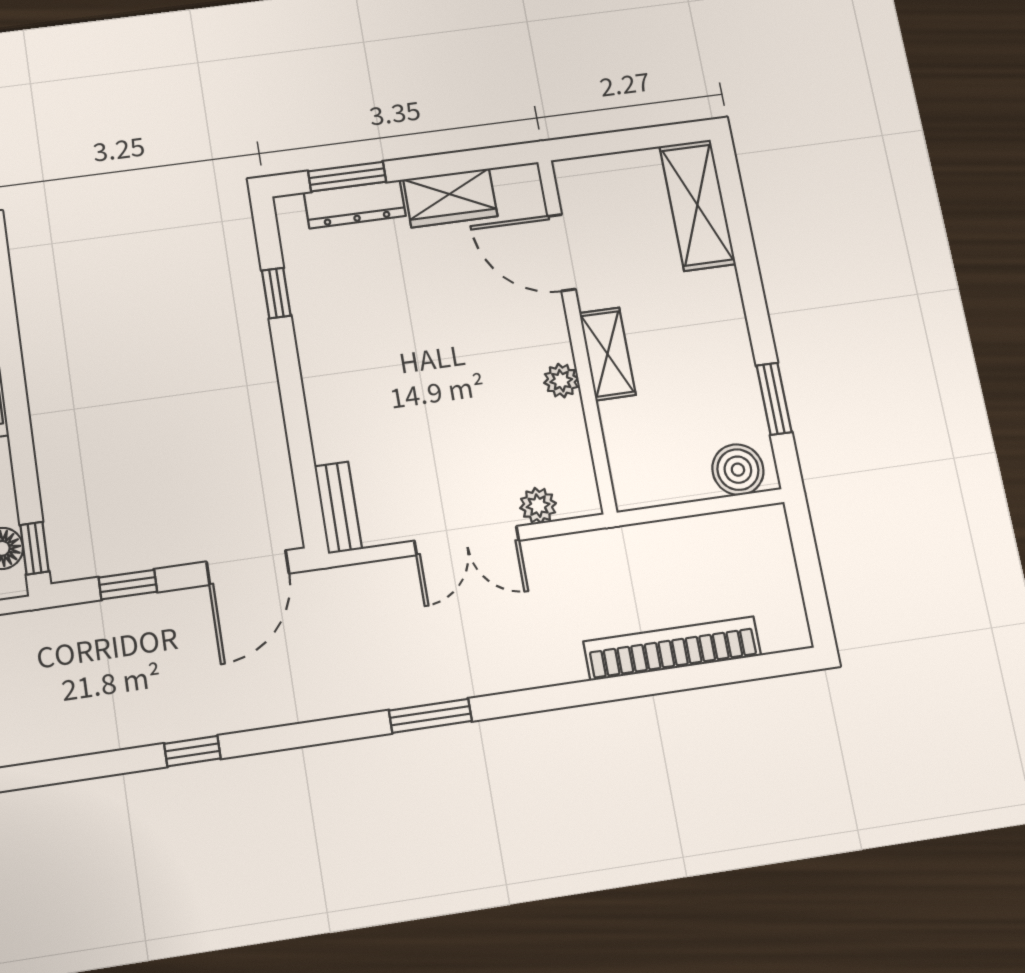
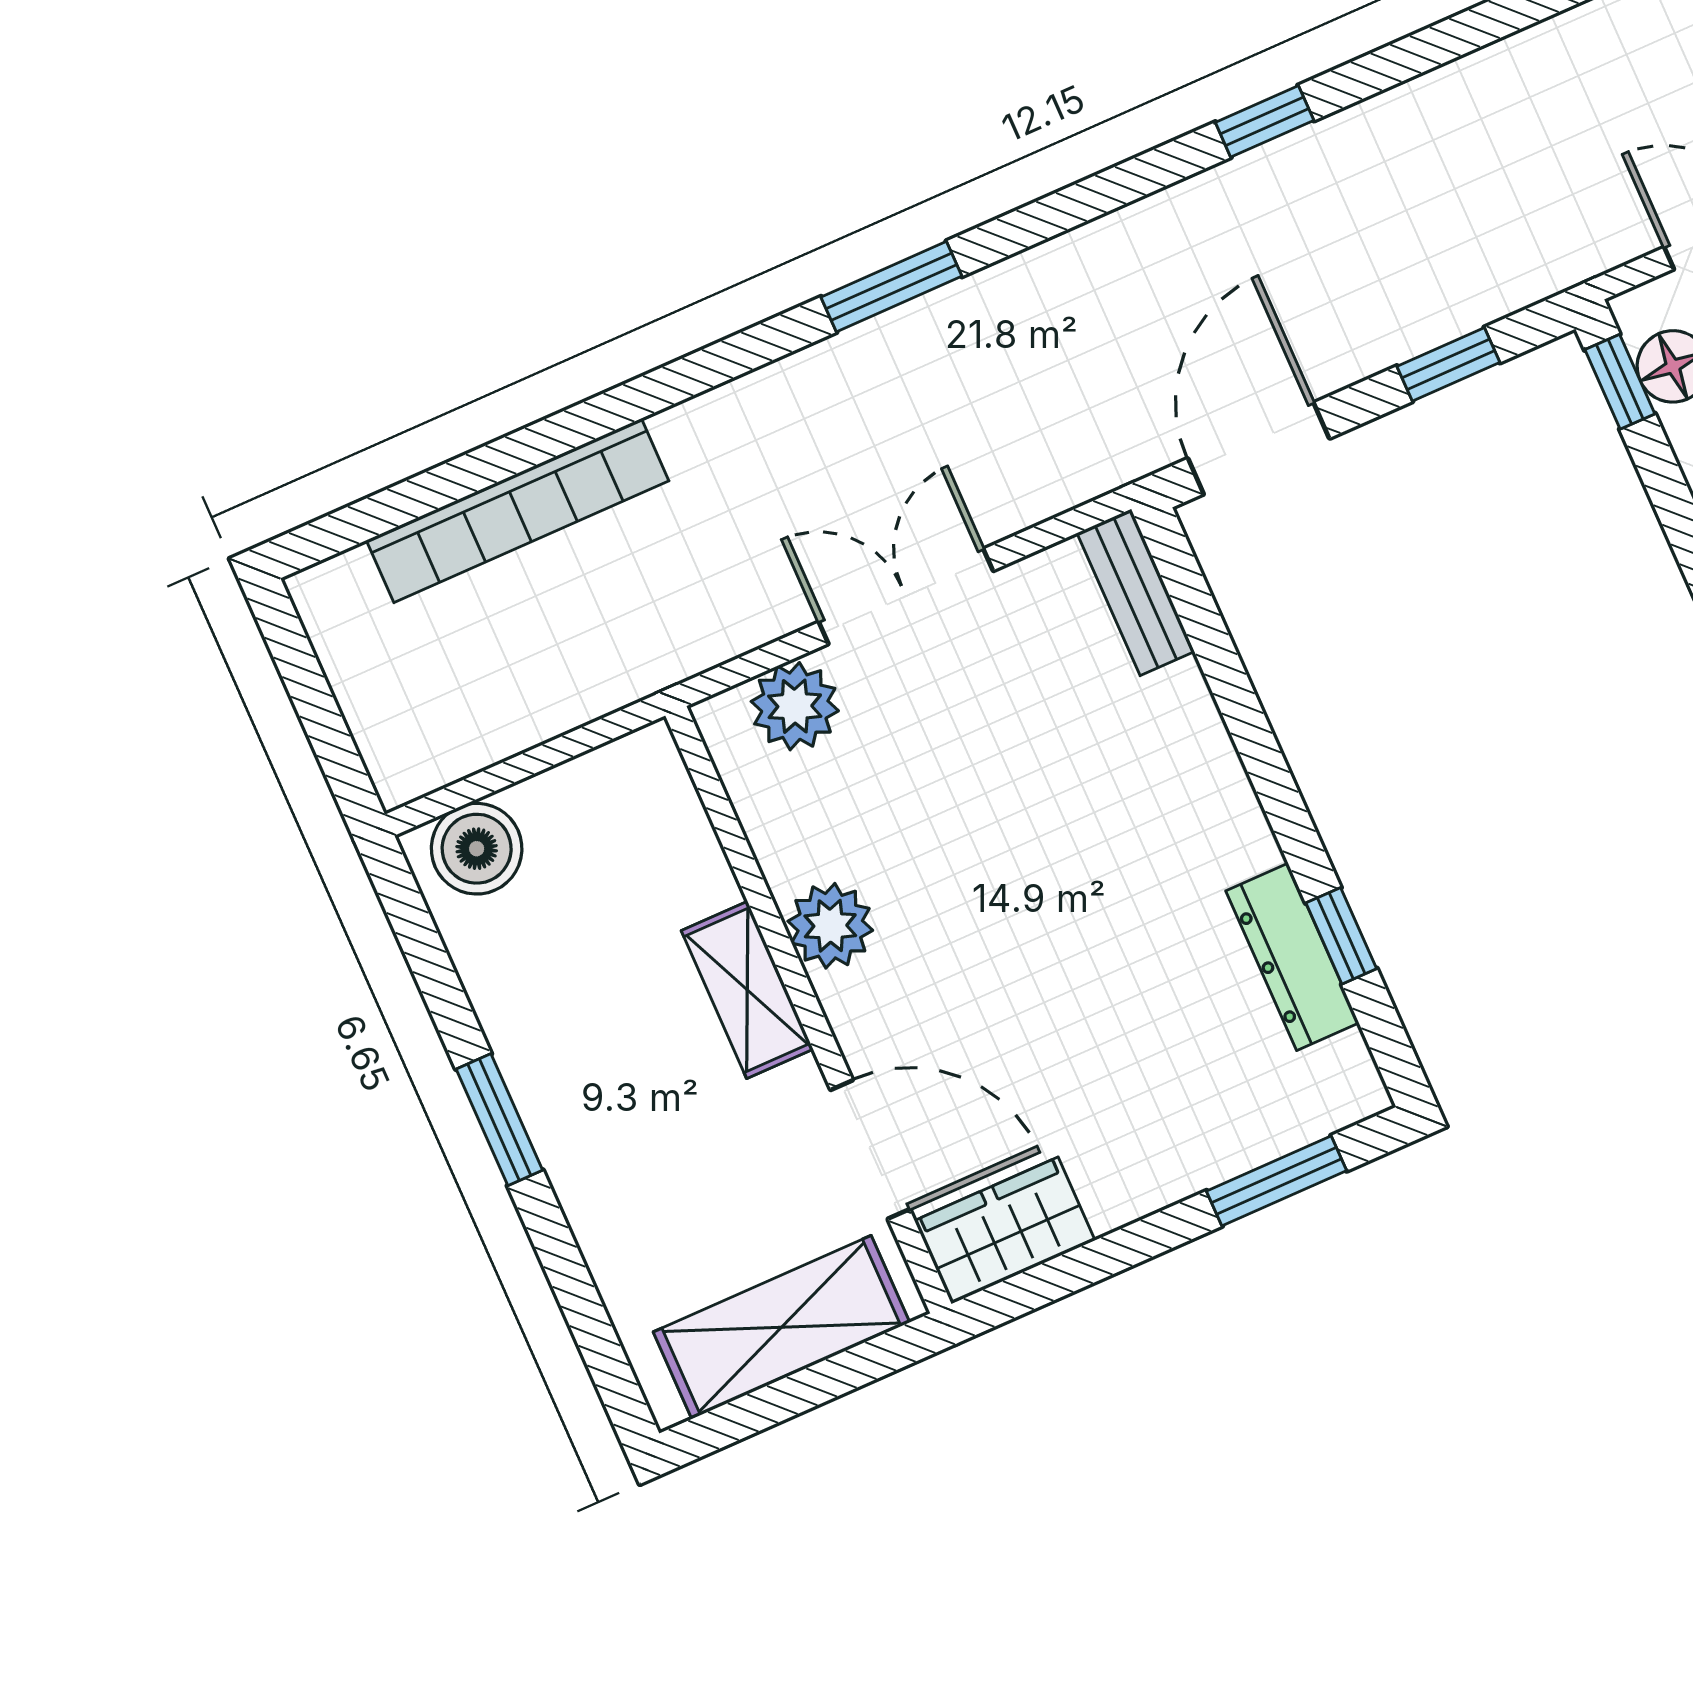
wardrobe: (450, 198) -> (1005, 1231), moved
dresser: (355, 204) -> (1292, 957), moved, turned -90
shelving: (697, 205) -> (782, 1327), moved, turned 90
plant: (561, 381) -> (830, 926), width x1.38, depth x1.38
window: (774, 399) -> (499, 1120), moved
plant: (538, 506) -> (795, 706), width x1.38, depth x1.38

